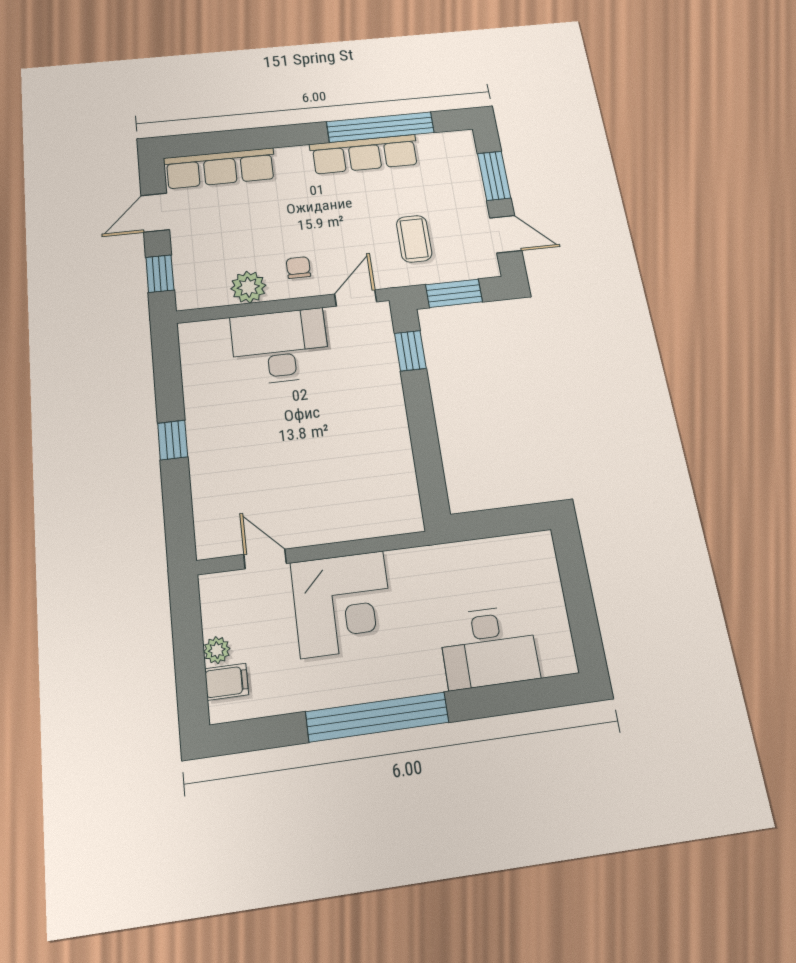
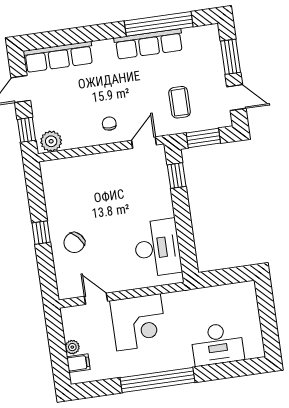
plant: (248, 287) -> (51, 141), moved
desk: (280, 346) -> (157, 248), moved, turned 90
chair: (230, 458) -> (74, 243), added

